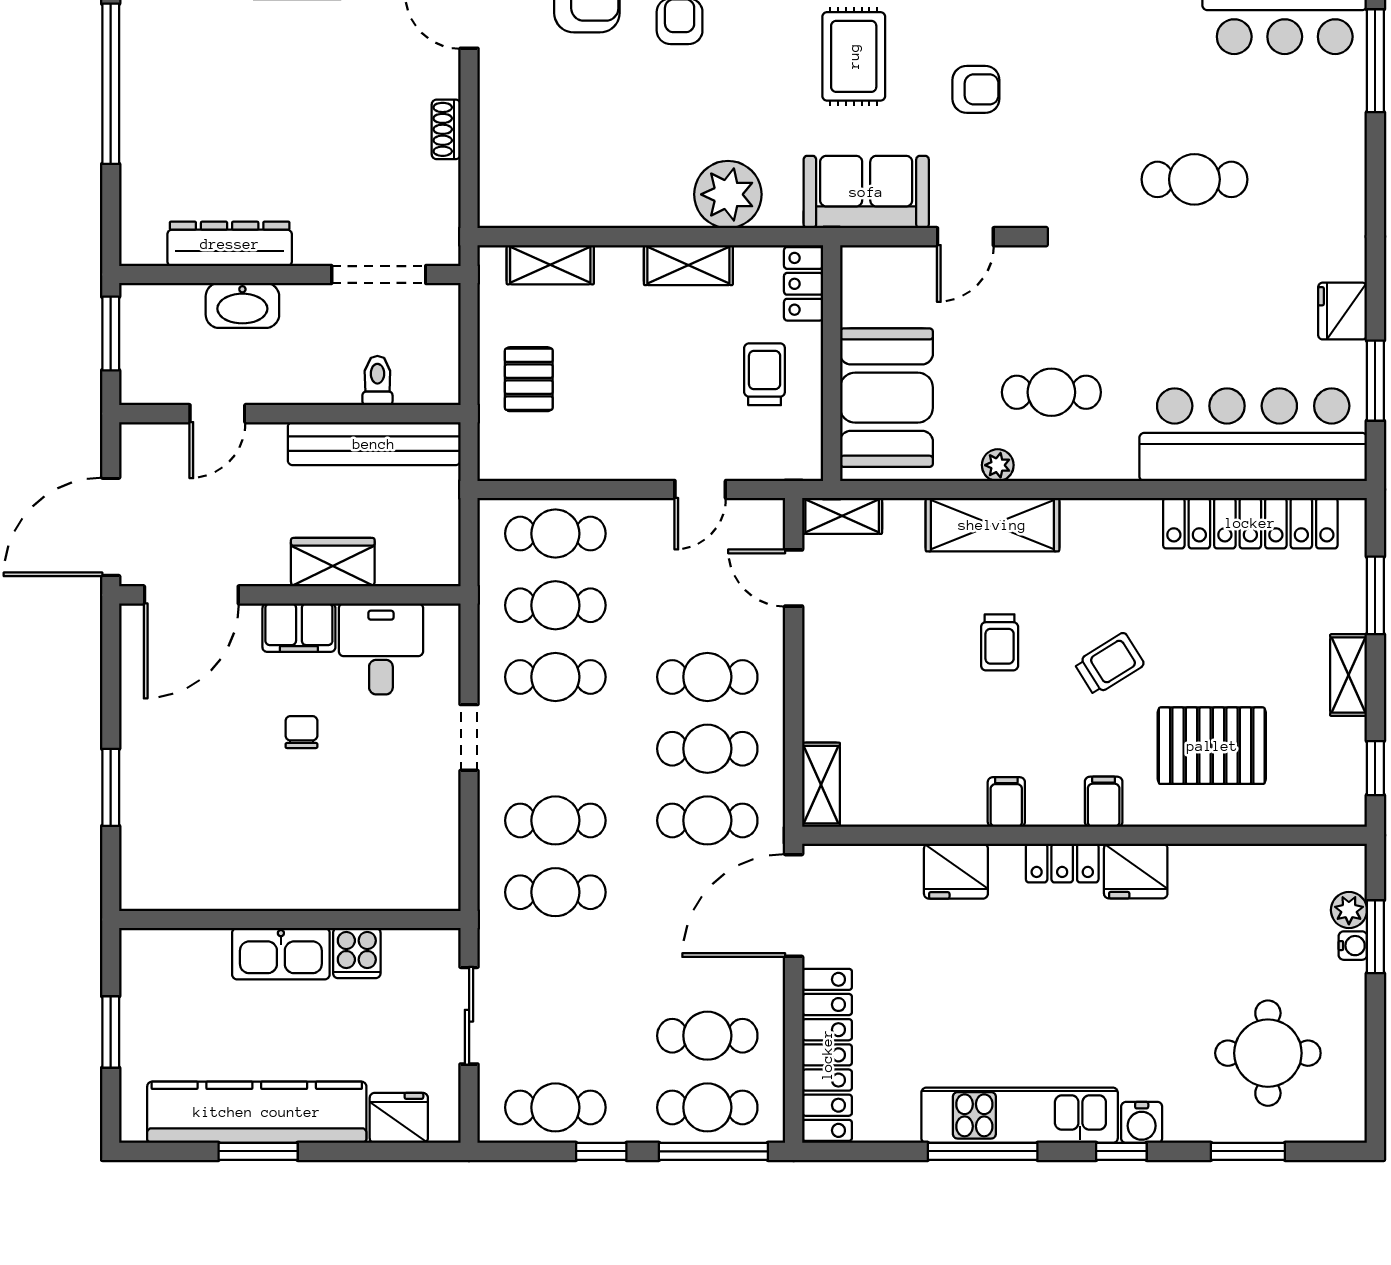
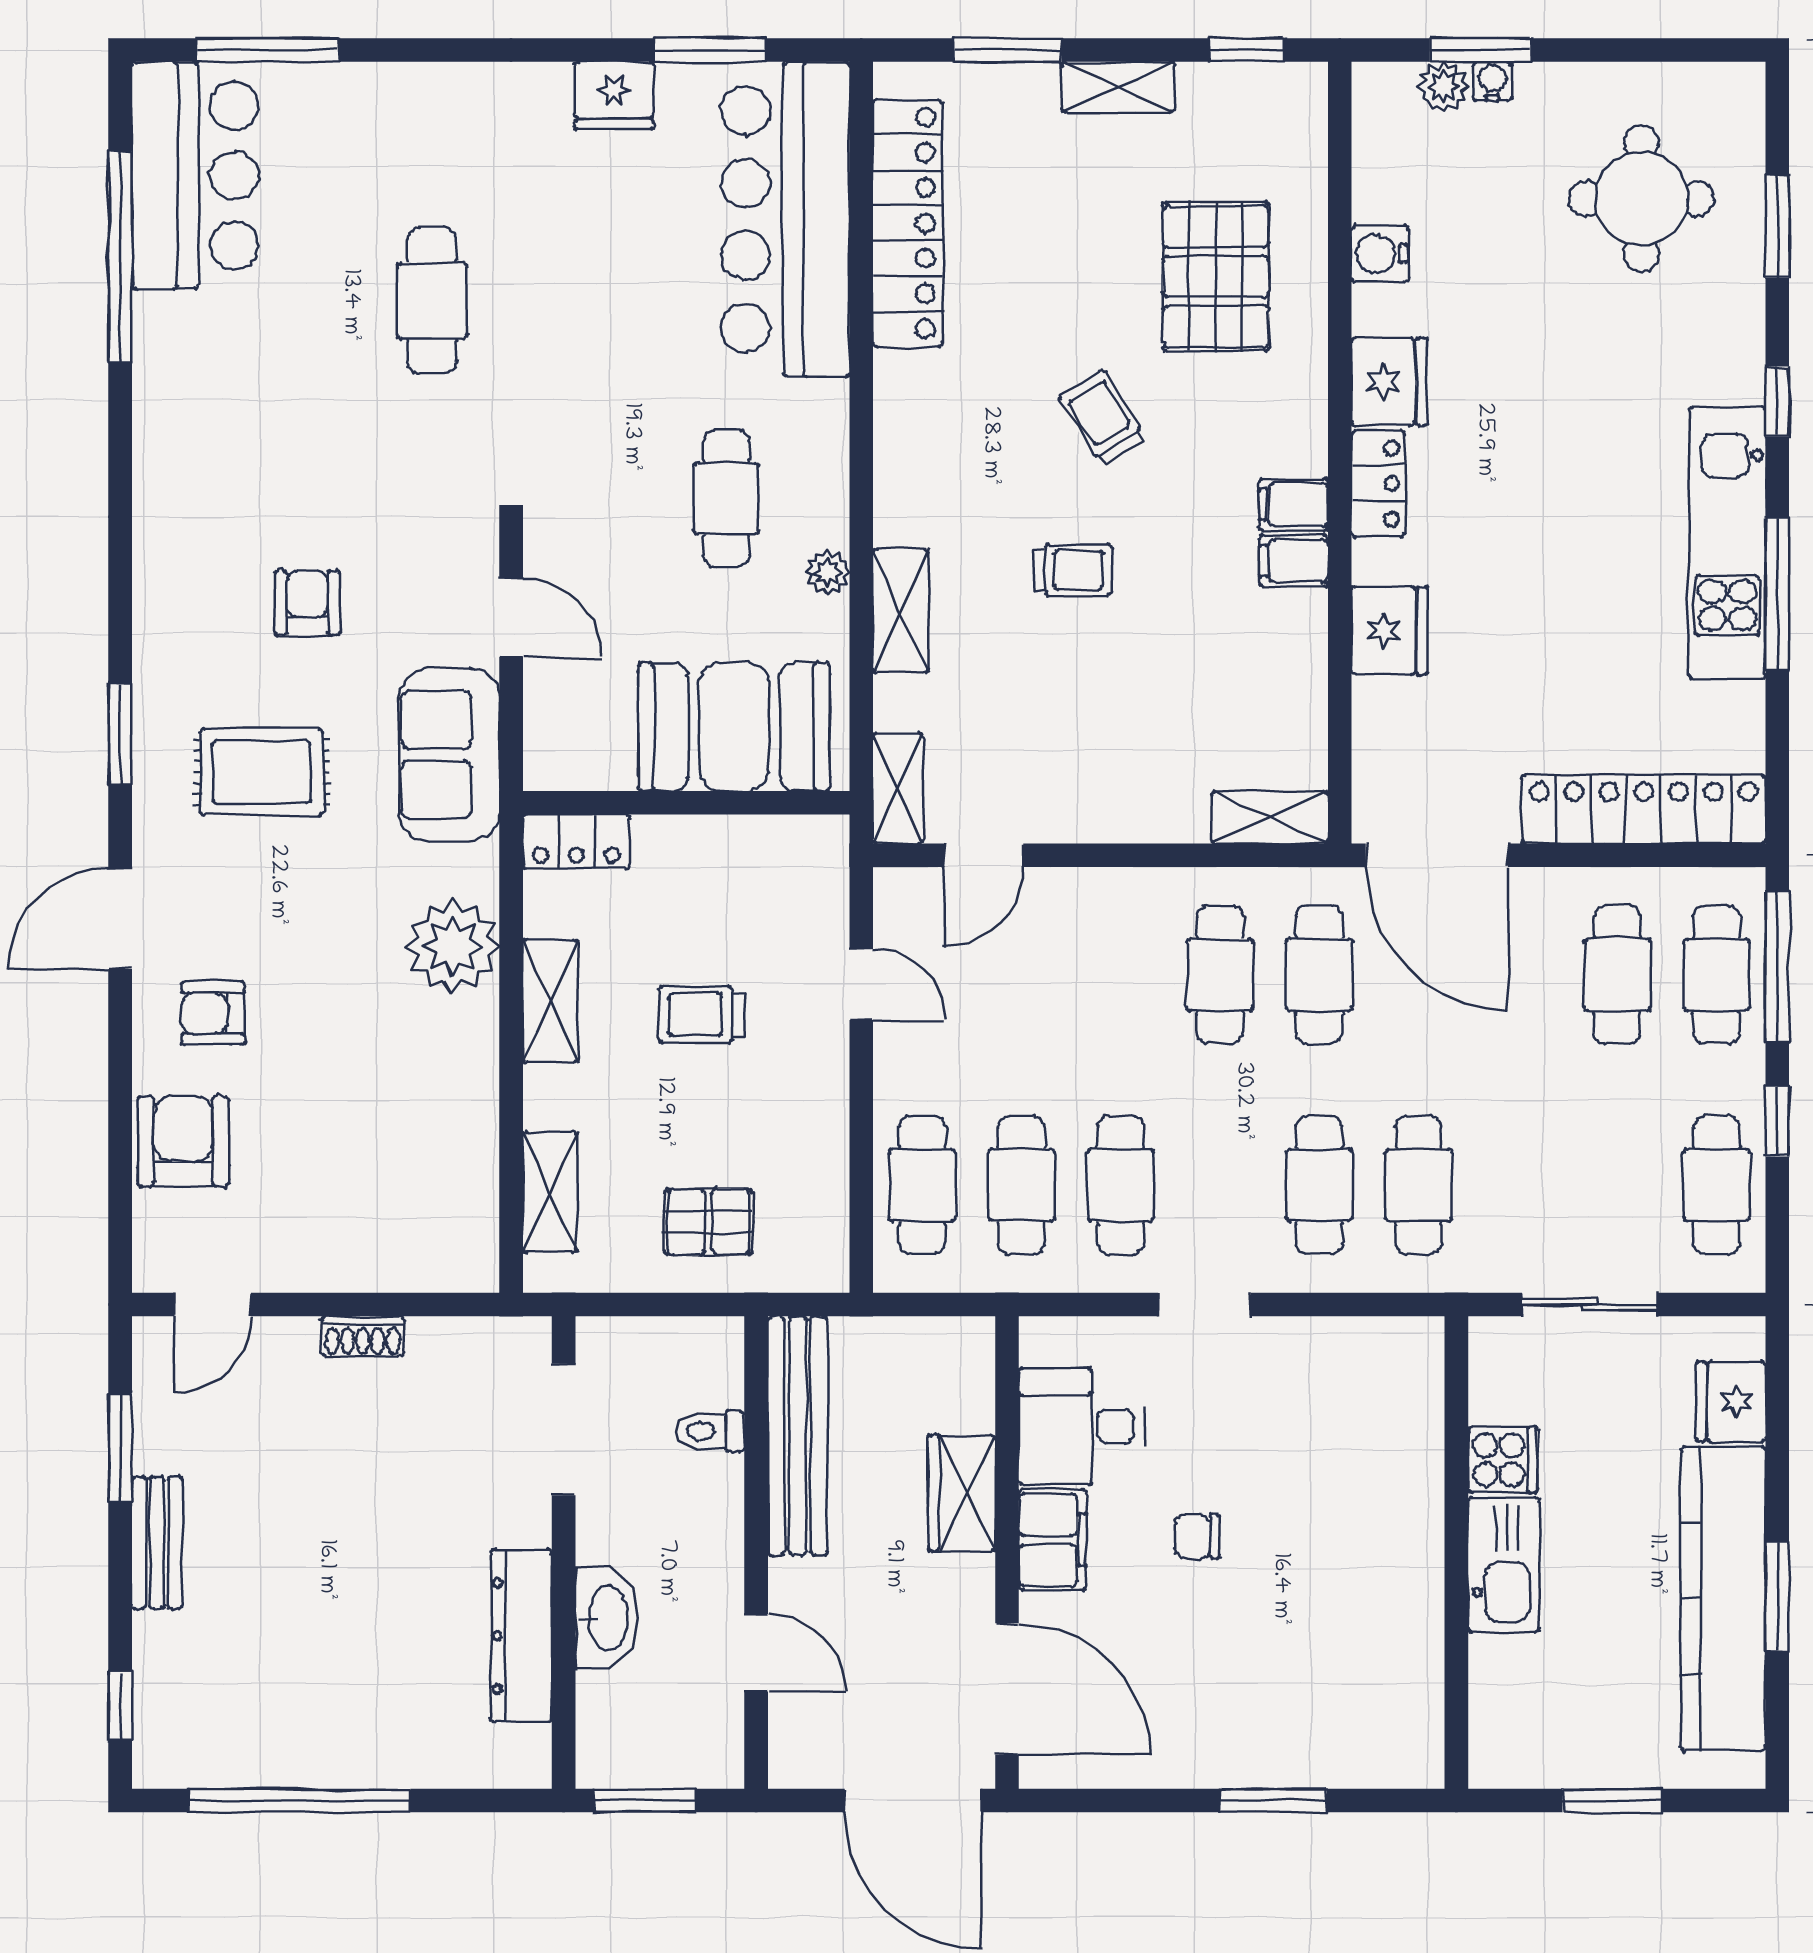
trolley: (765, 374) -> (701, 1015), moved
shelving: (992, 525) -> (901, 611), width x0.67, depth x0.75
cafe table: (707, 677) -> (1121, 975), removed
filing cabinet: (1104, 802) -> (1293, 504), moved
water cooler: (1142, 1122) -> (1380, 254), moved, turned 180

